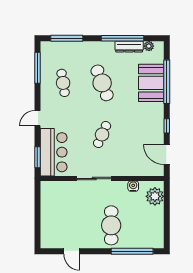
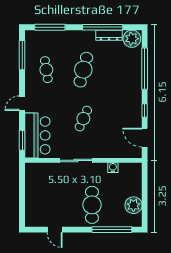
plant: (149, 46) -> (132, 39), width x1.88, depth x1.88
cafe table: (102, 83) -> (83, 70), turned 36
booth: (151, 83) -> (130, 70), removed
plant: (155, 196) -> (133, 205), moved

